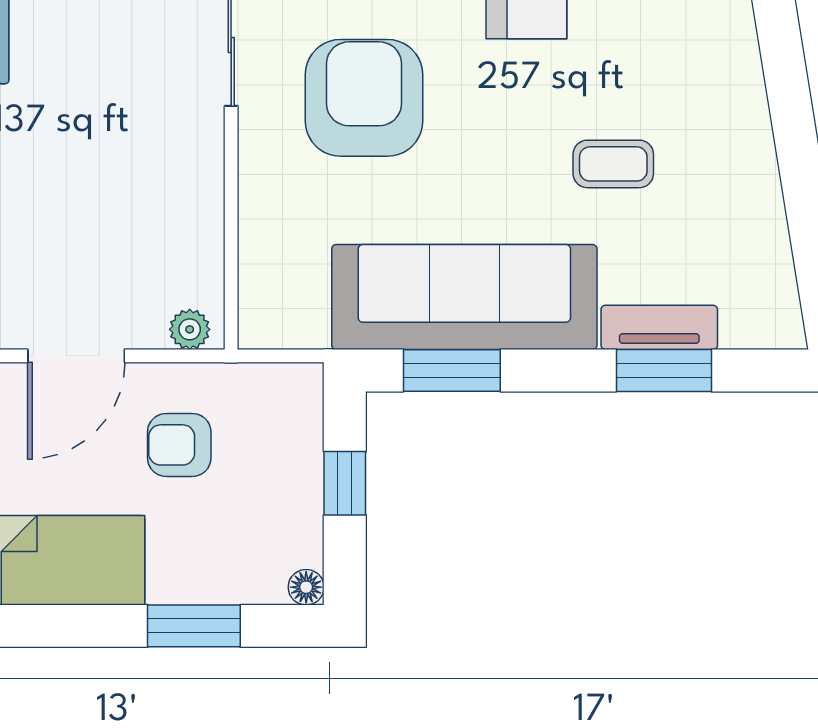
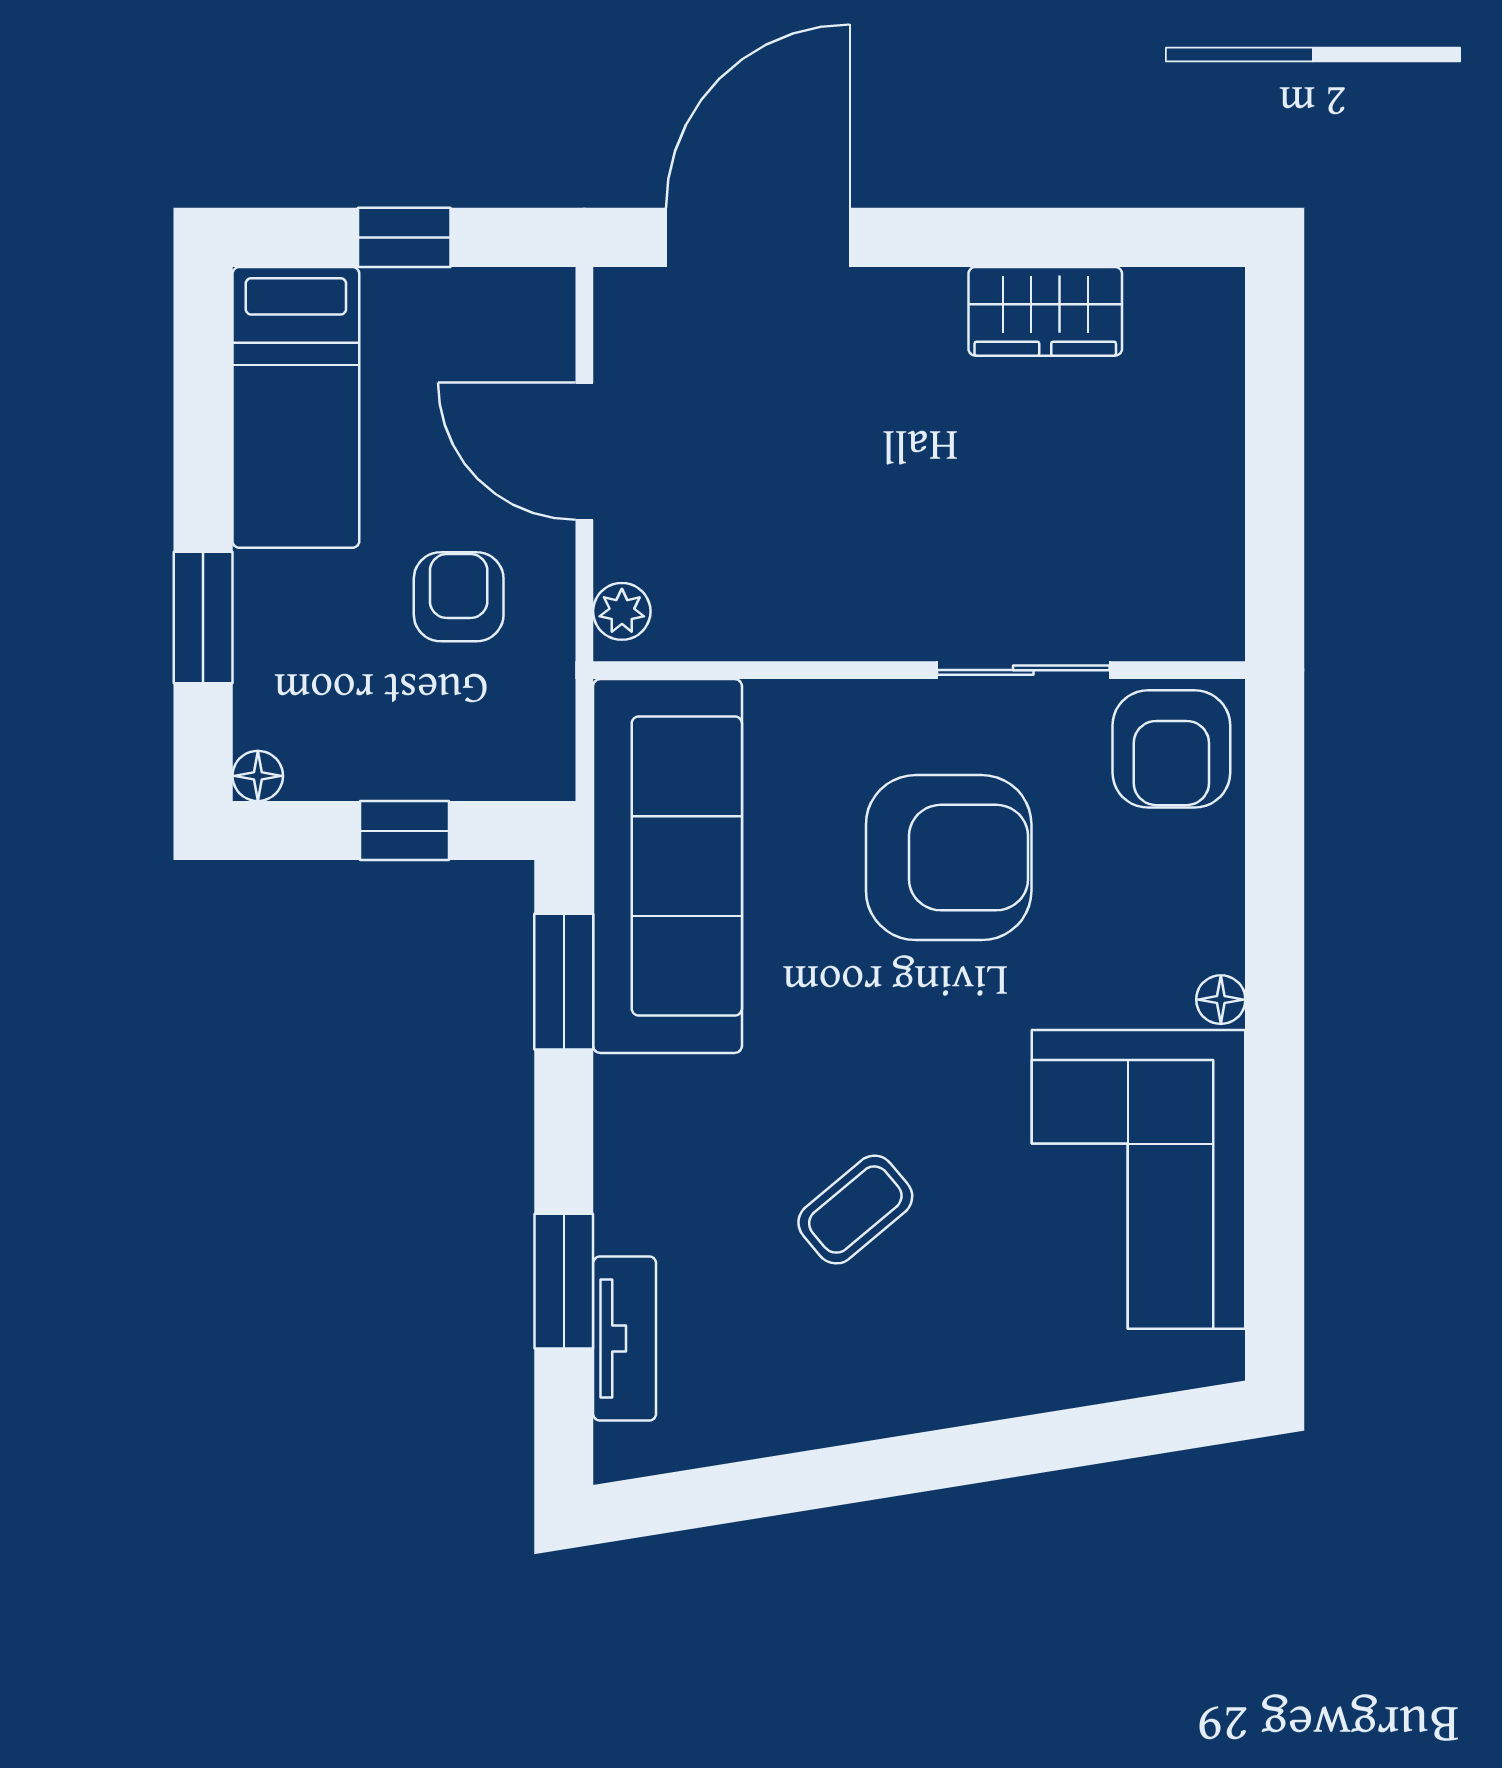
coffee table: (613, 164) -> (855, 1210), turned 50
sofa: (464, 297) -> (667, 866), moved
tv unit: (659, 327) -> (625, 1339), moved

